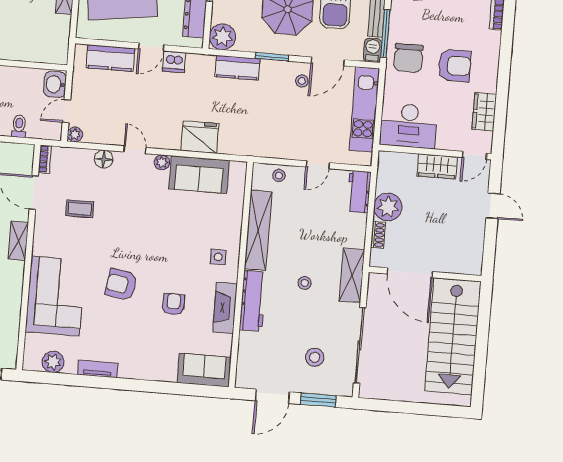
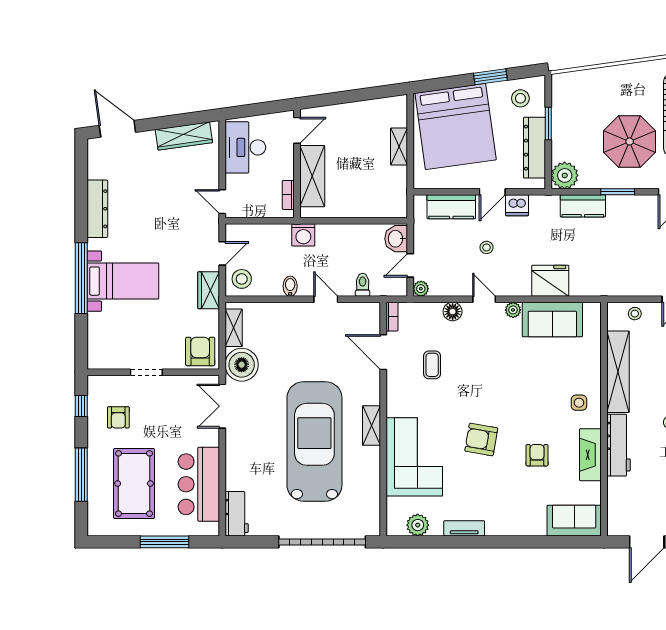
stool: (302, 81) -> (487, 247), moved
coffee table: (80, 209) -> (432, 365), turned 90
shelving: (18, 241) -> (372, 426), moved

